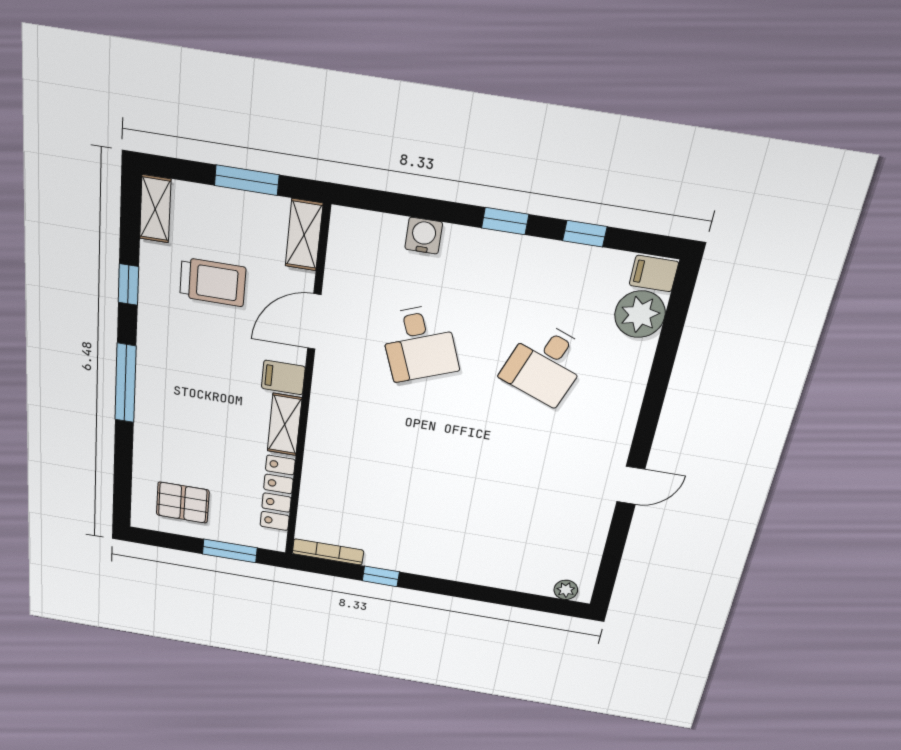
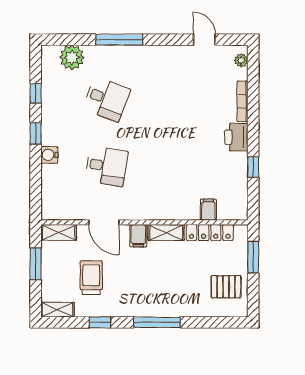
water cooler: (424, 236) -> (49, 155), moved
filing cabinet: (654, 274) -> (208, 210), moved, turned 180
desk: (419, 343) -> (106, 166), turned 30
window: (652, 404) -> (119, 40), added
door: (631, 485) -> (204, 40), moved
pallet: (183, 503) -> (226, 287), turned 90
bookcase: (328, 552) -> (243, 101), moved
printer: (436, 561) -> (236, 137), added

